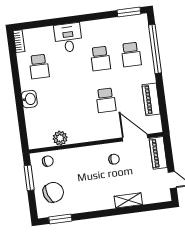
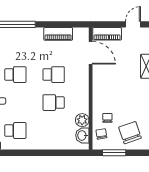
school desk: (131, 54) -> (54, 103), moved, turned 180
washbasin: (29, 99) -> (82, 135), moved, turned -90
door: (135, 138) -> (91, 53), swing flipped
chair: (114, 159) -> (107, 118), moved

